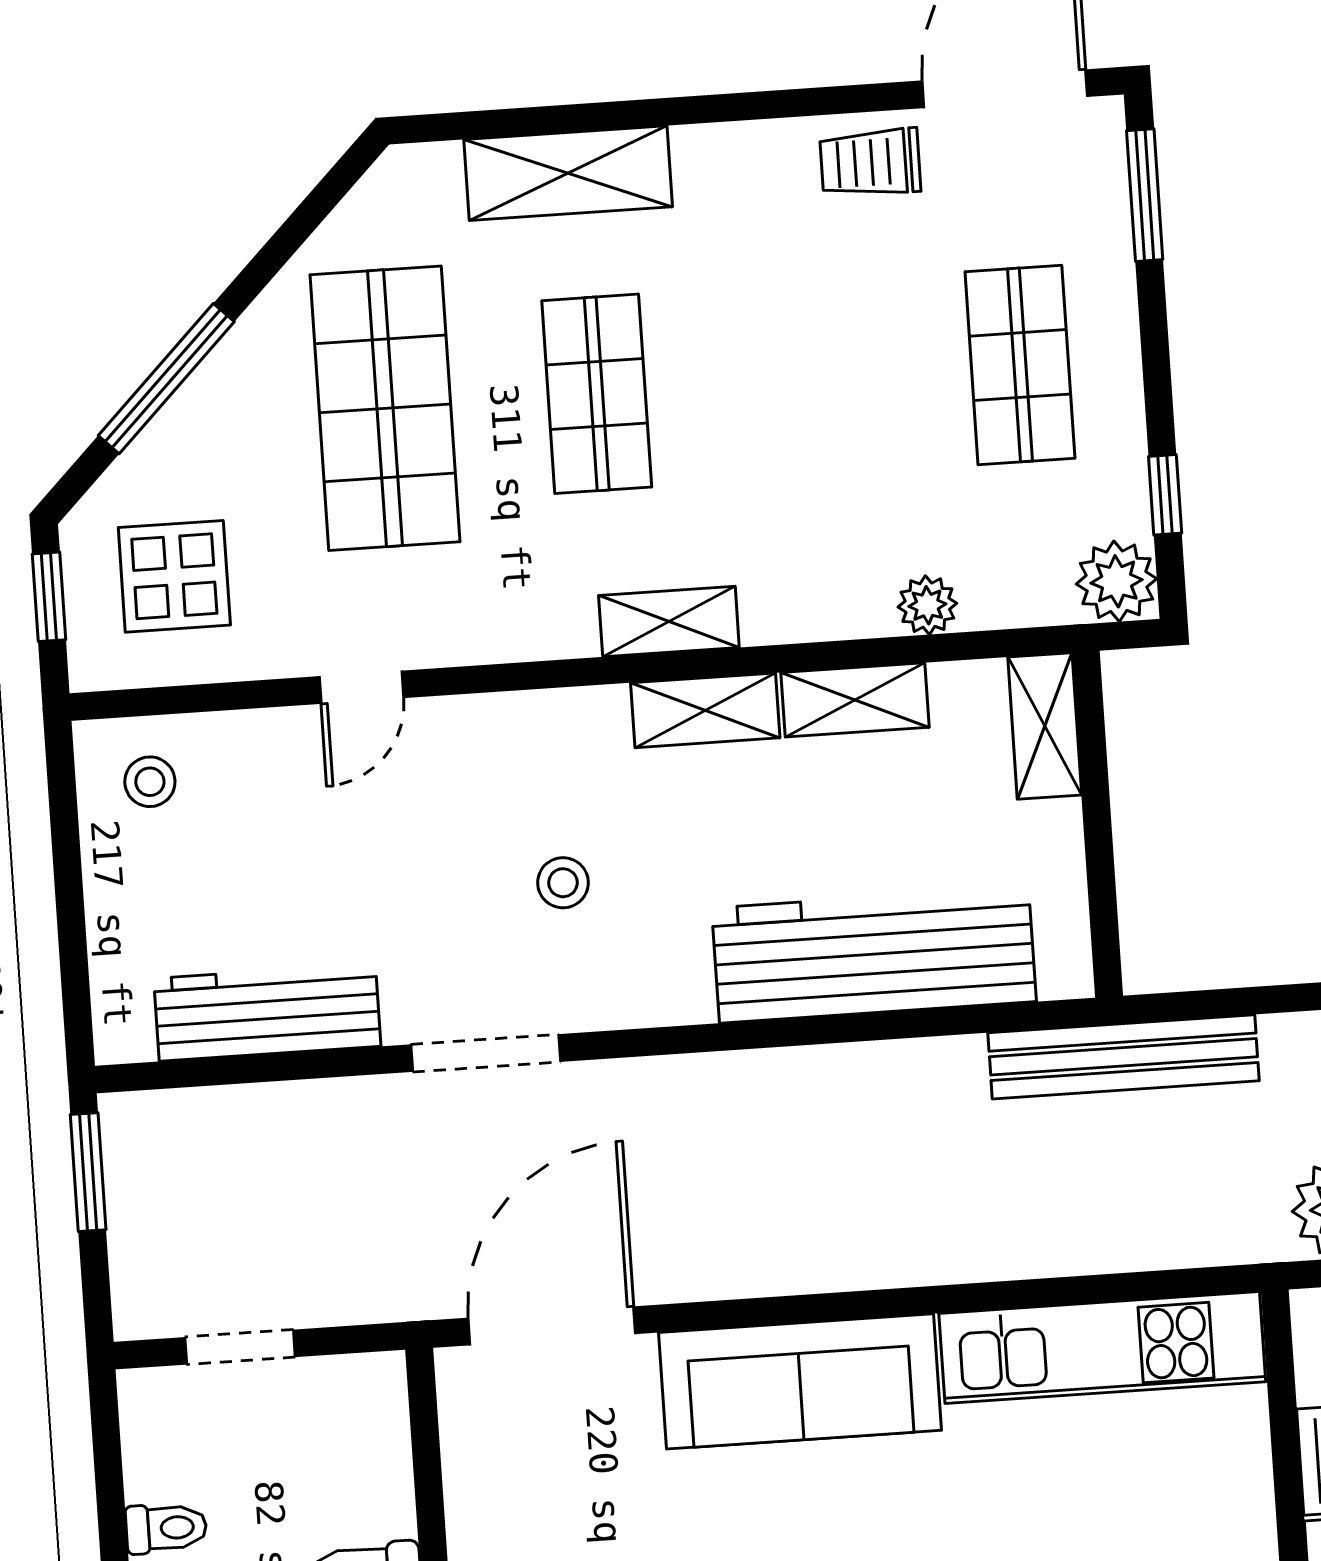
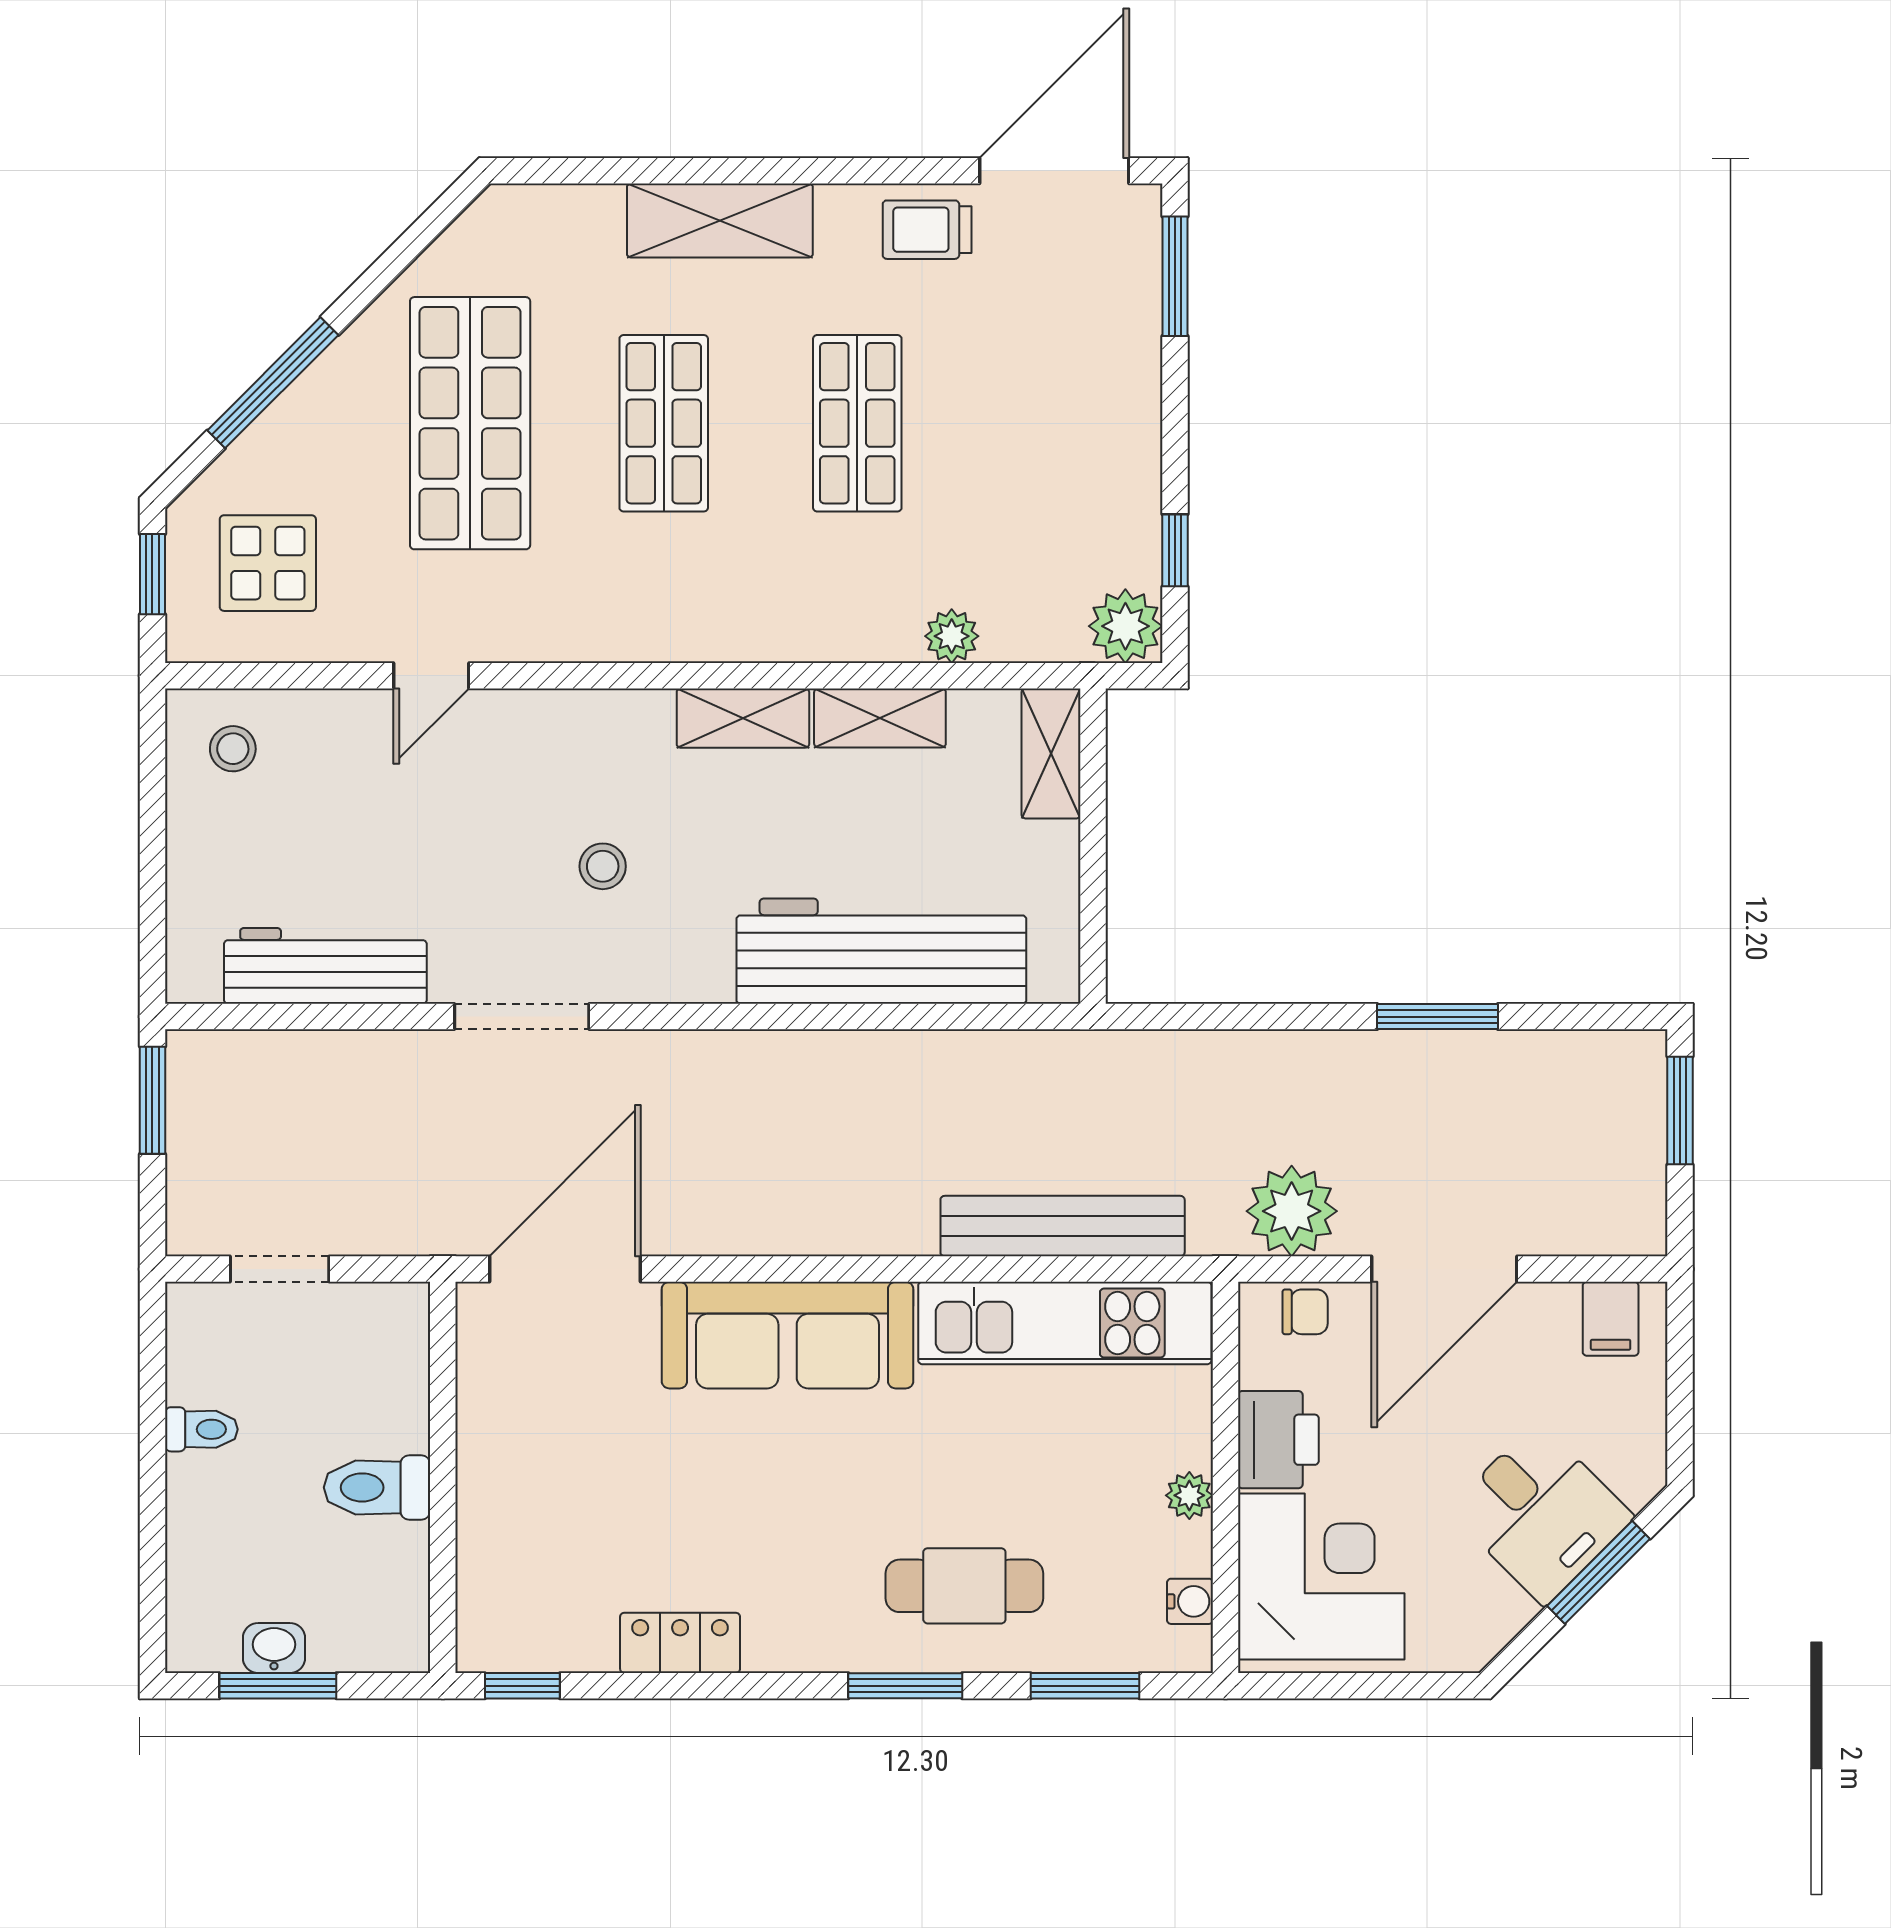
shelving: (568, 173) -> (720, 220), moved
shop shelf: (1020, 365) -> (857, 423), moved
shelving: (669, 622) -> (715, 635), removed
bench: (1123, 1057) -> (1063, 1226), moved
plant: (1251, 1527) -> (1189, 1495), added

